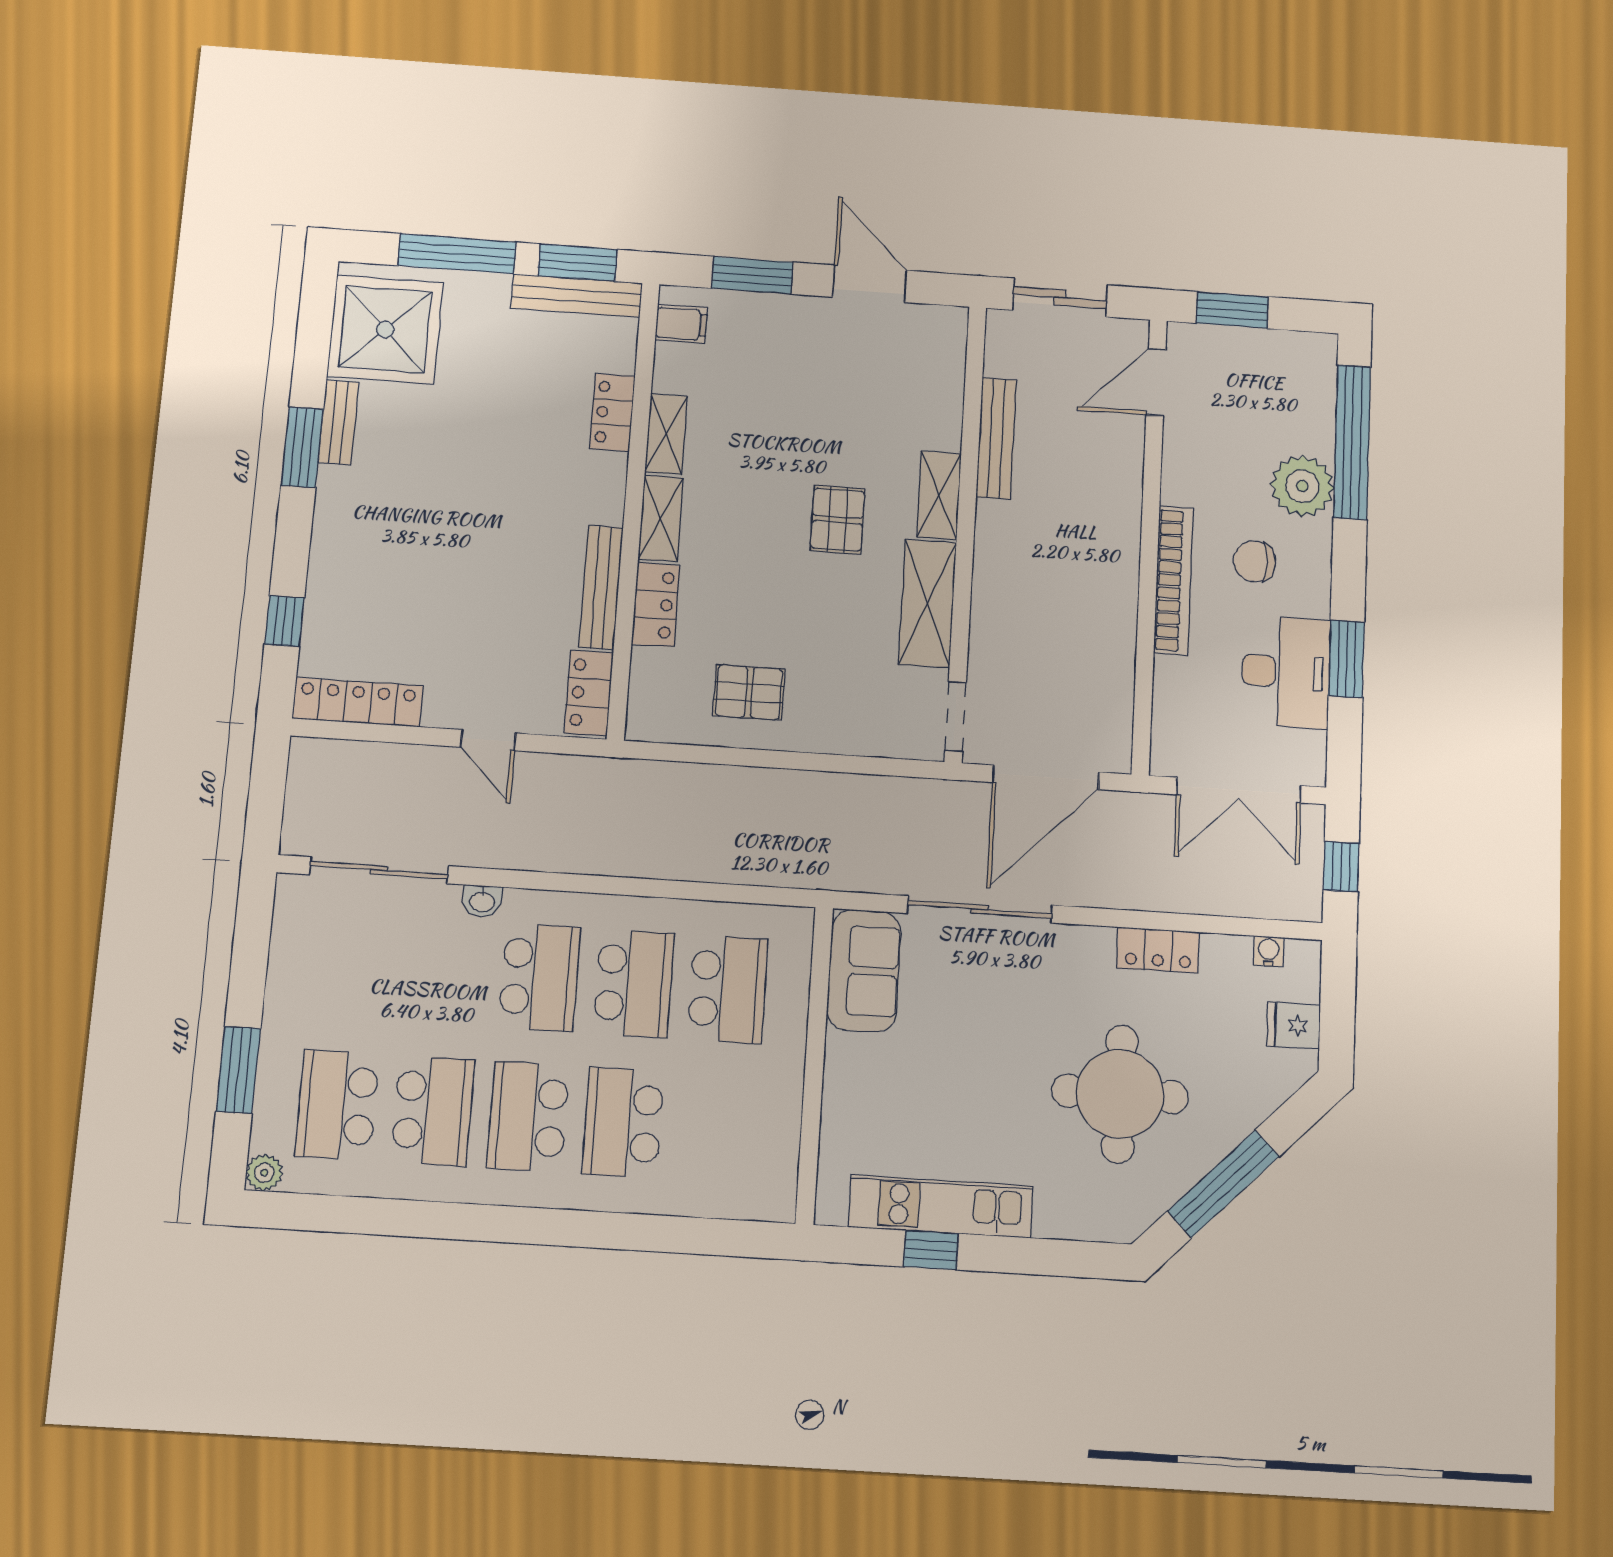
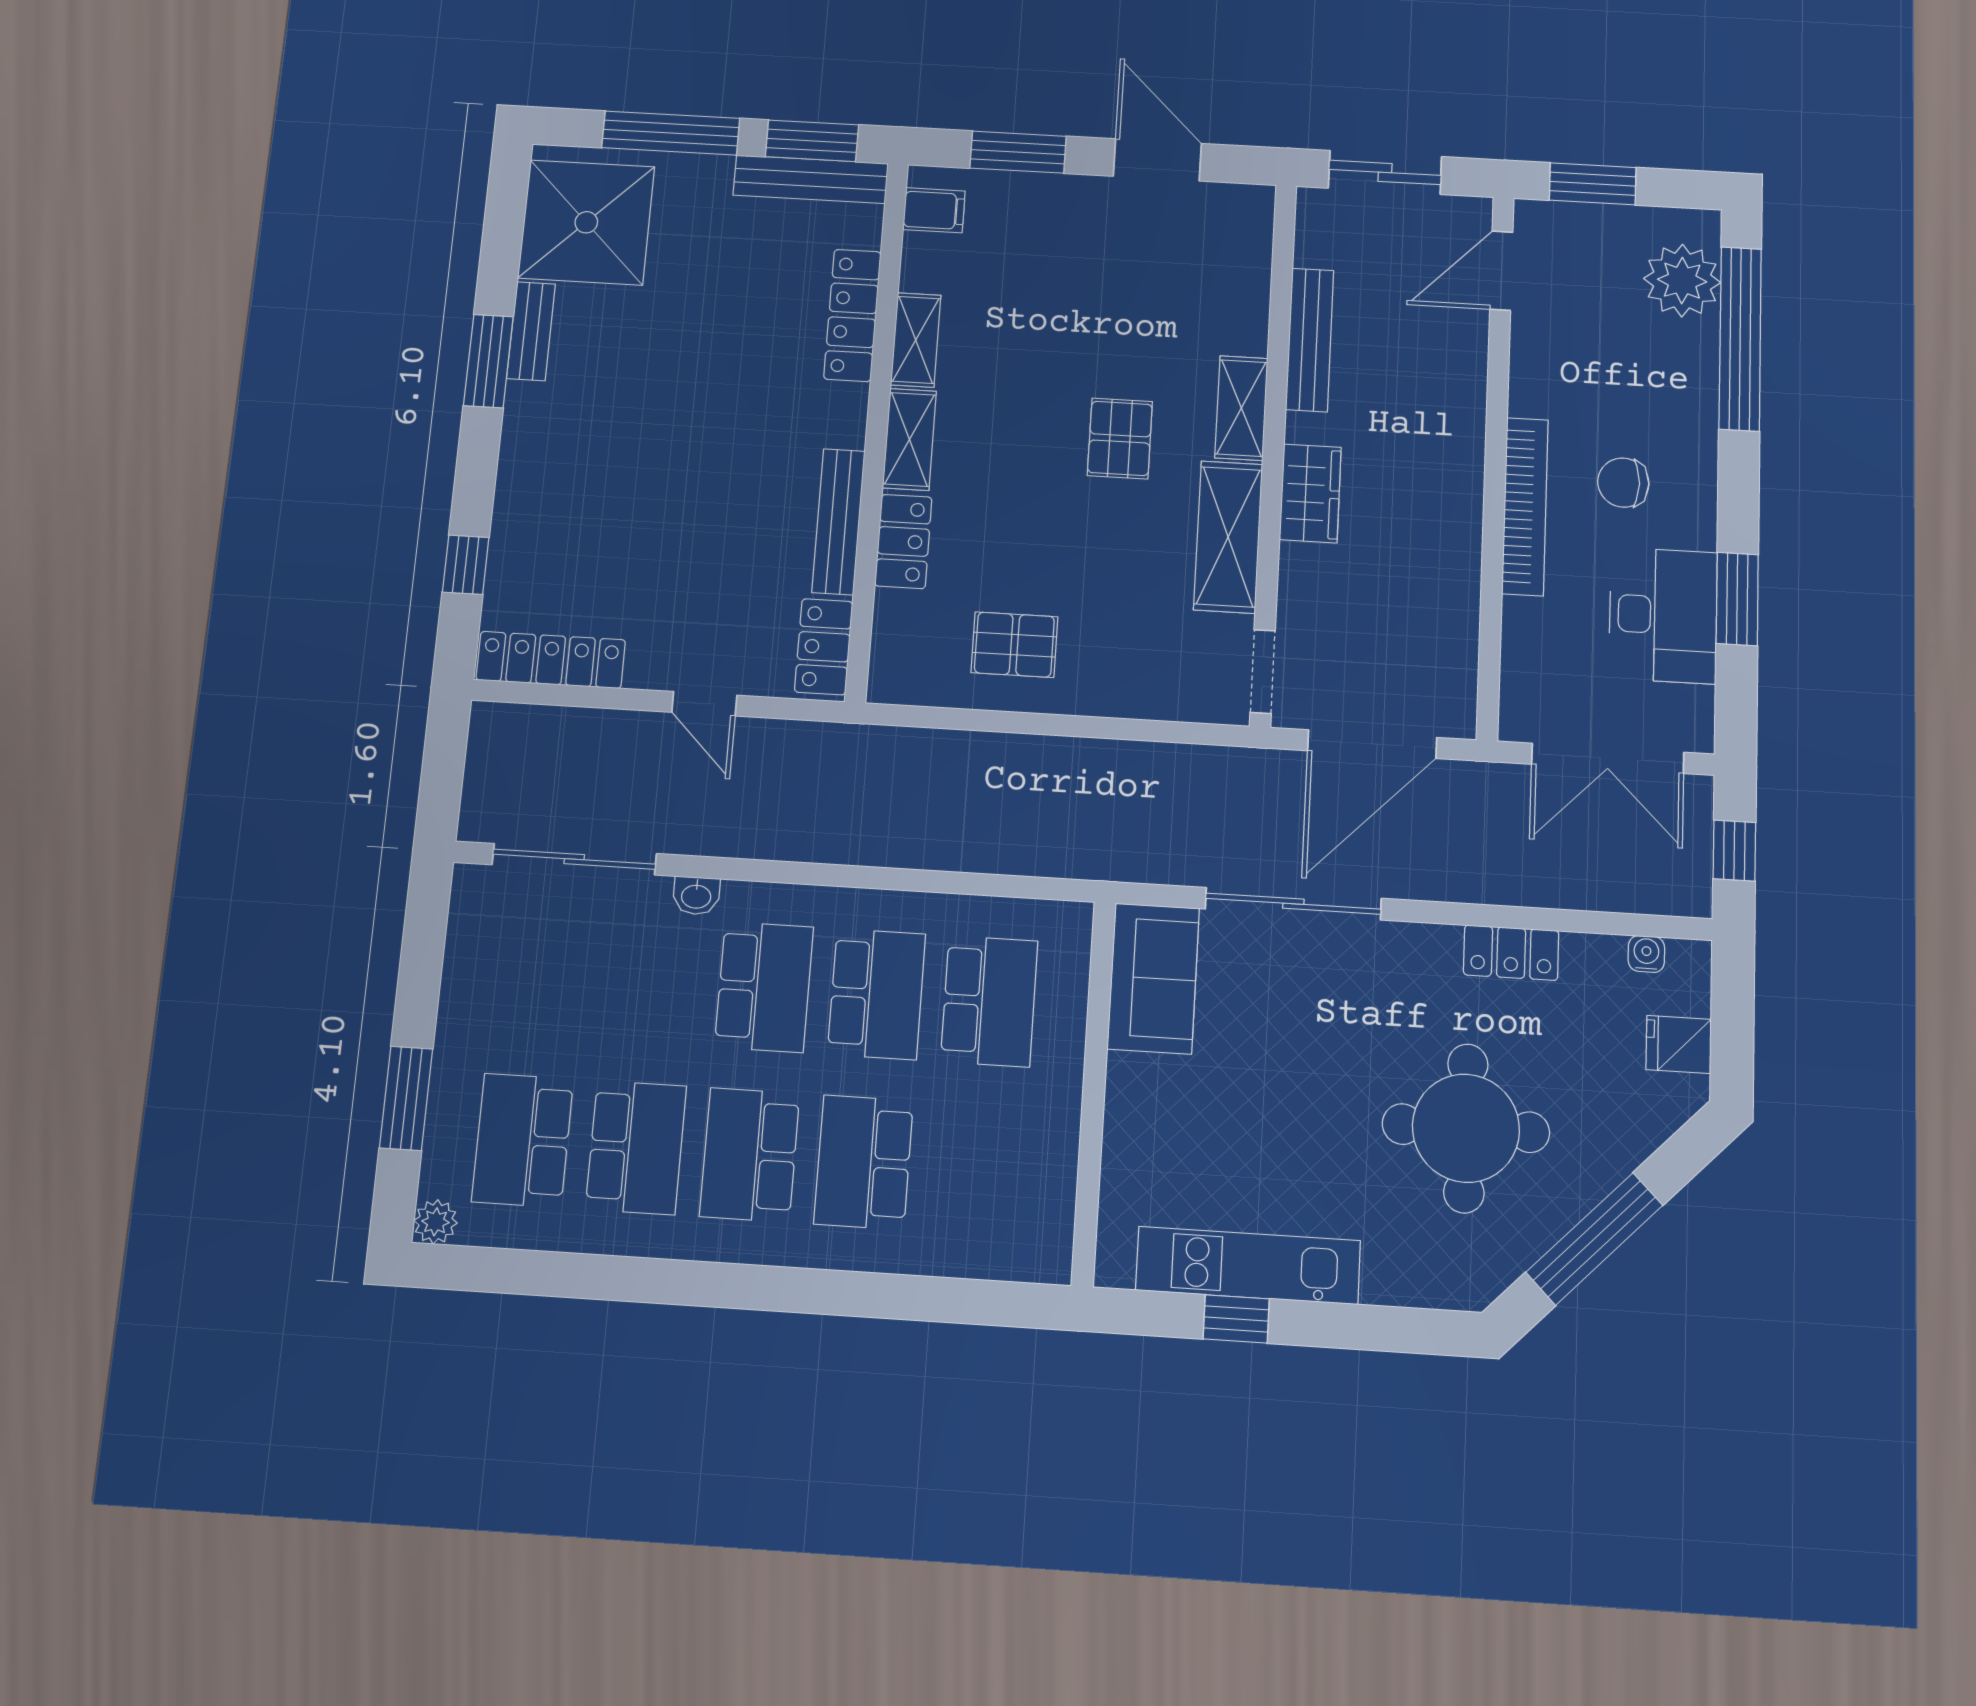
locker: (612, 412) -> (852, 315), width x1.53
plant: (1302, 486) -> (1682, 281), moved
wardrobe: (996, 568) -> (1310, 493), added

